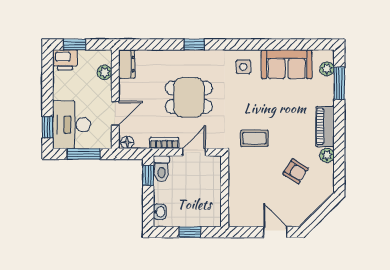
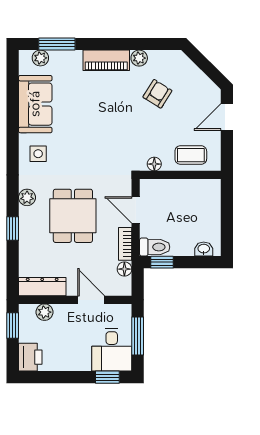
window: (75, 45) -> (13, 325), moved
window: (194, 45) -> (13, 228), moved
plant: (205, 57) -> (27, 197), added
dresser: (127, 64) -> (42, 287), width x1.44
desk: (72, 125) -> (112, 350), width x0.73
coffee table: (254, 138) -> (191, 155), moved, turned 90
floor lamp: (127, 142) -> (124, 269), moved
floor lamp: (234, 168) -> (154, 164), added
window: (190, 232) -> (227, 215), removed

